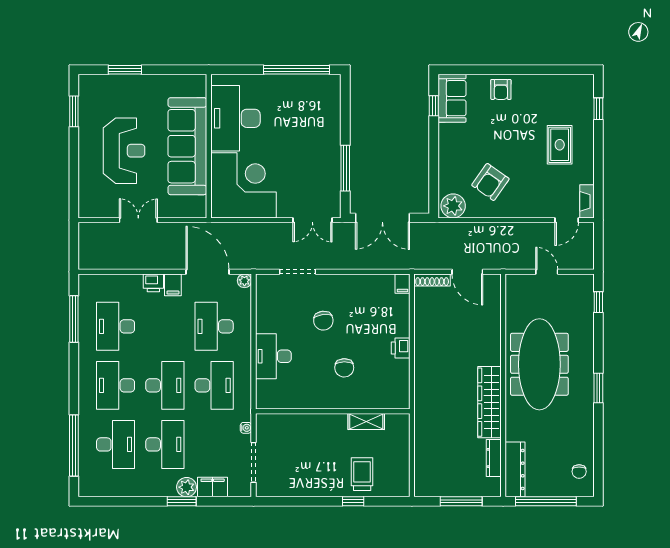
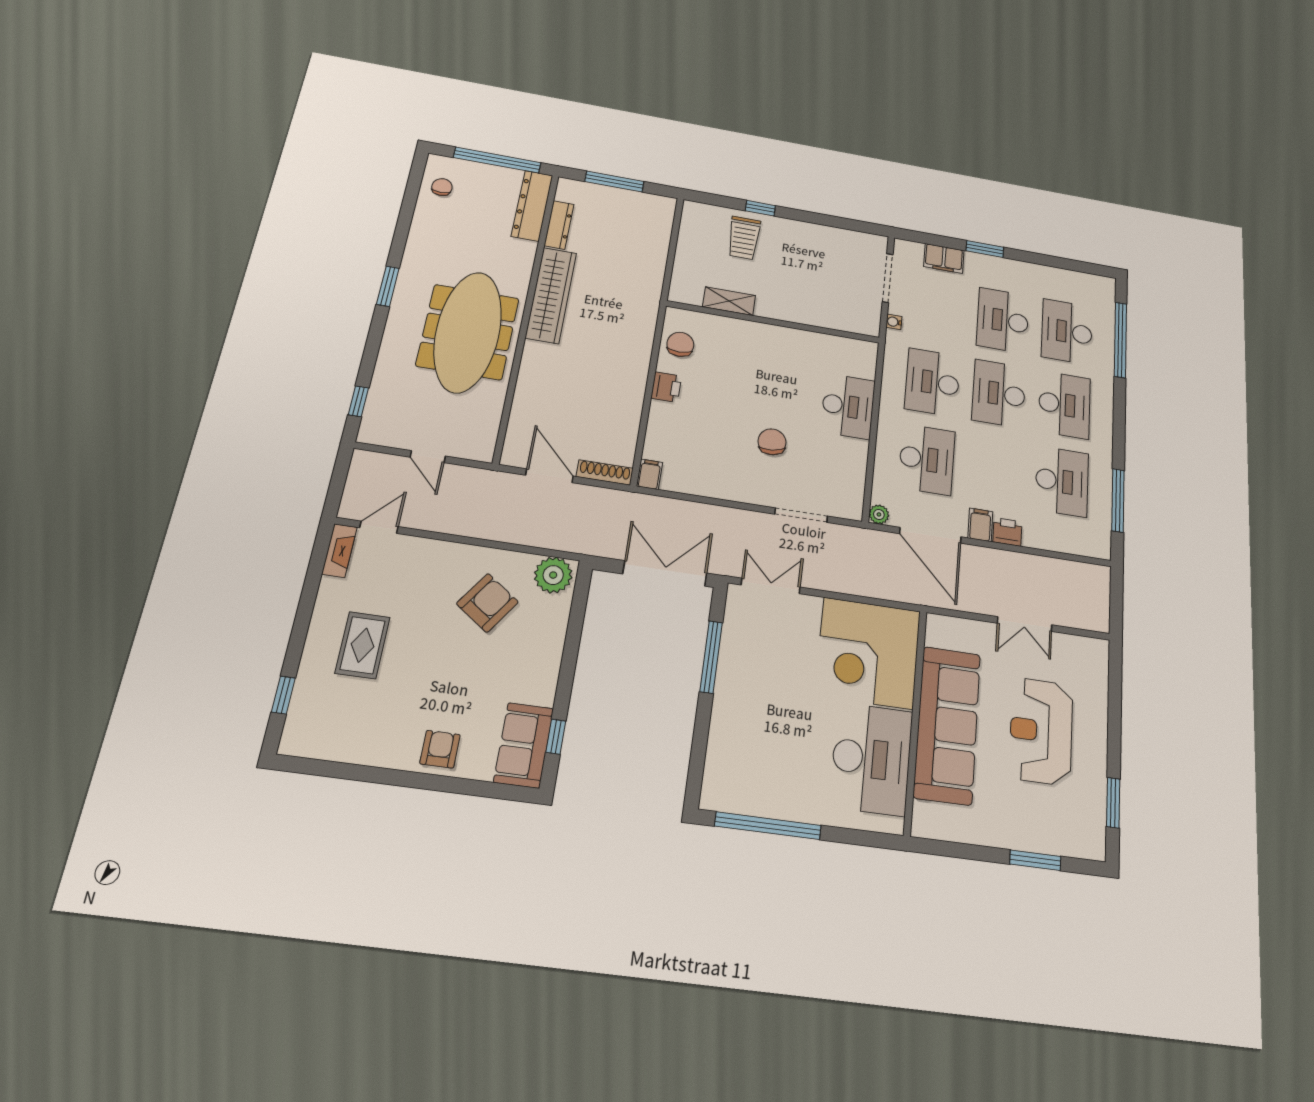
chair: (344, 368) -> (680, 344), moved
plant: (187, 487) -> (978, 264), removed

